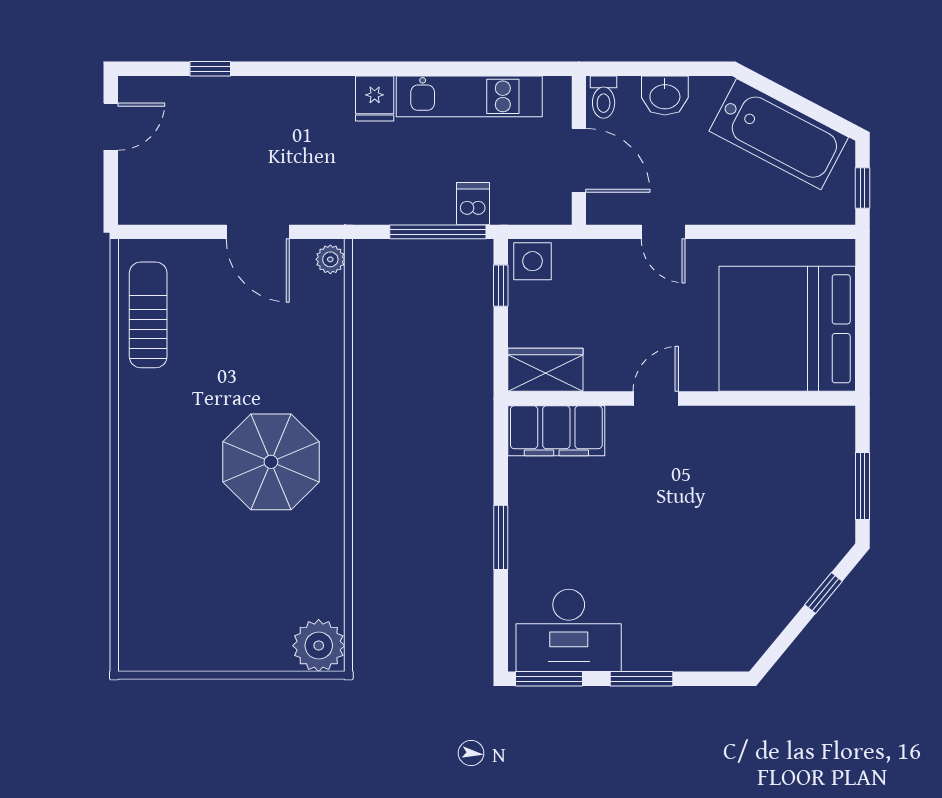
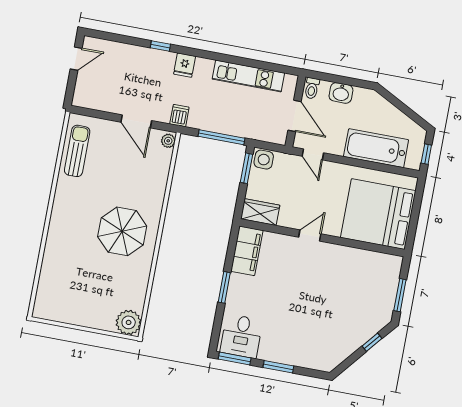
window: (210, 69) -> (160, 46), moved
fridge: (375, 99) -> (185, 65), moved
bathtub: (779, 134) -> (376, 148), moved, turned 152
dishwasher: (473, 204) -> (179, 116), moved
door: (663, 232) -> (313, 154), moved
window: (501, 286) -> (247, 168), width x1.50
filing cabinet: (556, 431) -> (247, 251), moved, turned -90
desk: (569, 630) -> (241, 336), width x0.73

